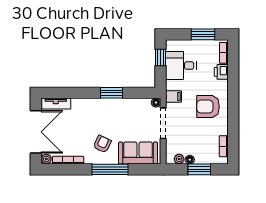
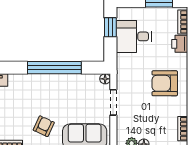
window: (112, 93) -> (54, 68), width x2.11
filing cabinet: (173, 96) -> (125, 72), removed
doorway: (163, 123) -> (113, 102), width x0.73

